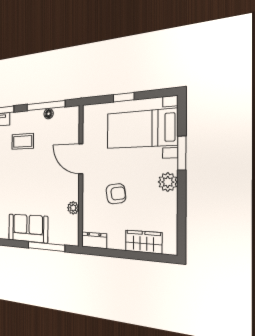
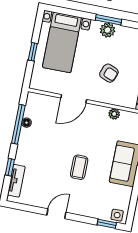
coffee table: (23, 141) -> (79, 167), moved
window: (182, 153) -> (108, 20), moved
armchair: (116, 194) -> (109, 73), turned 119

